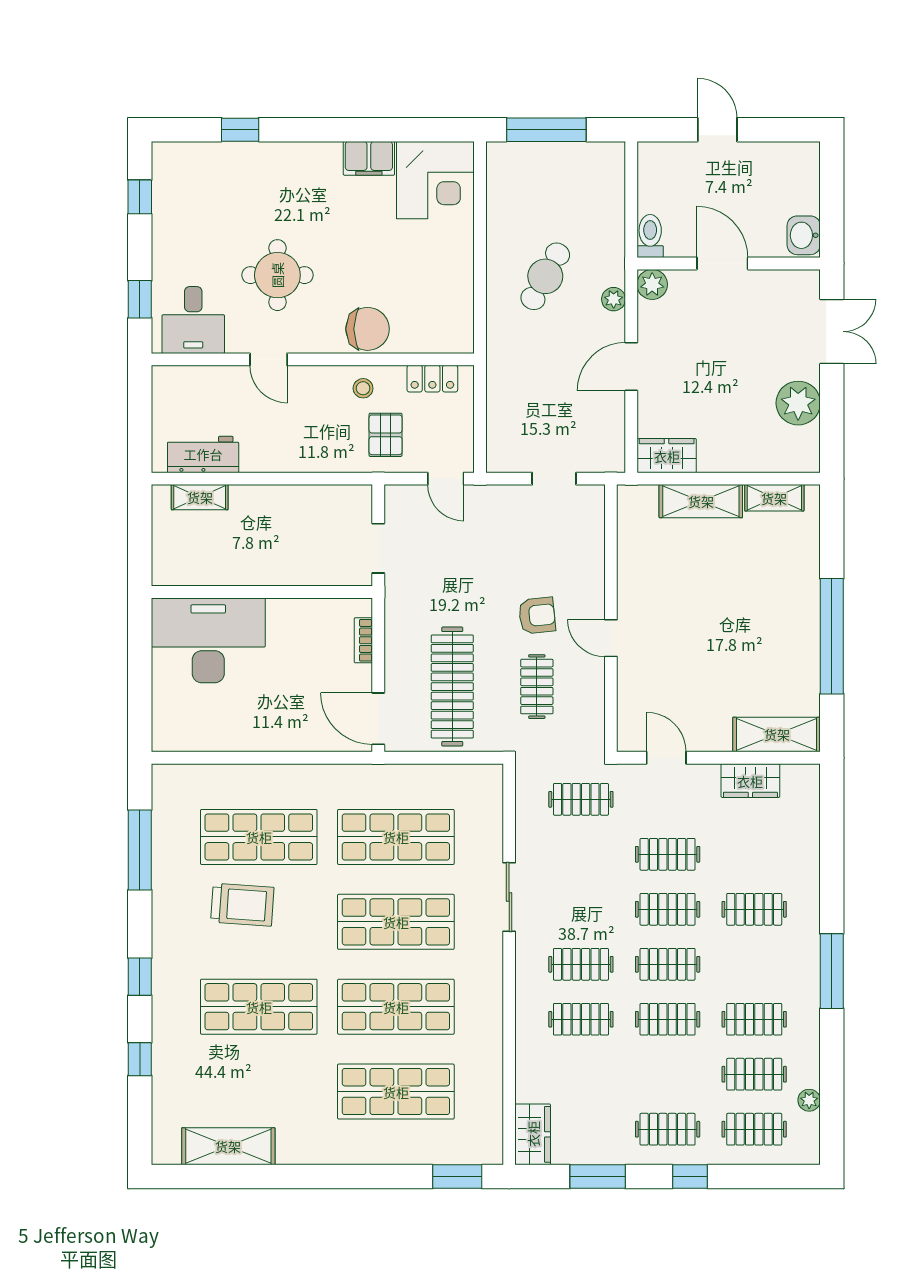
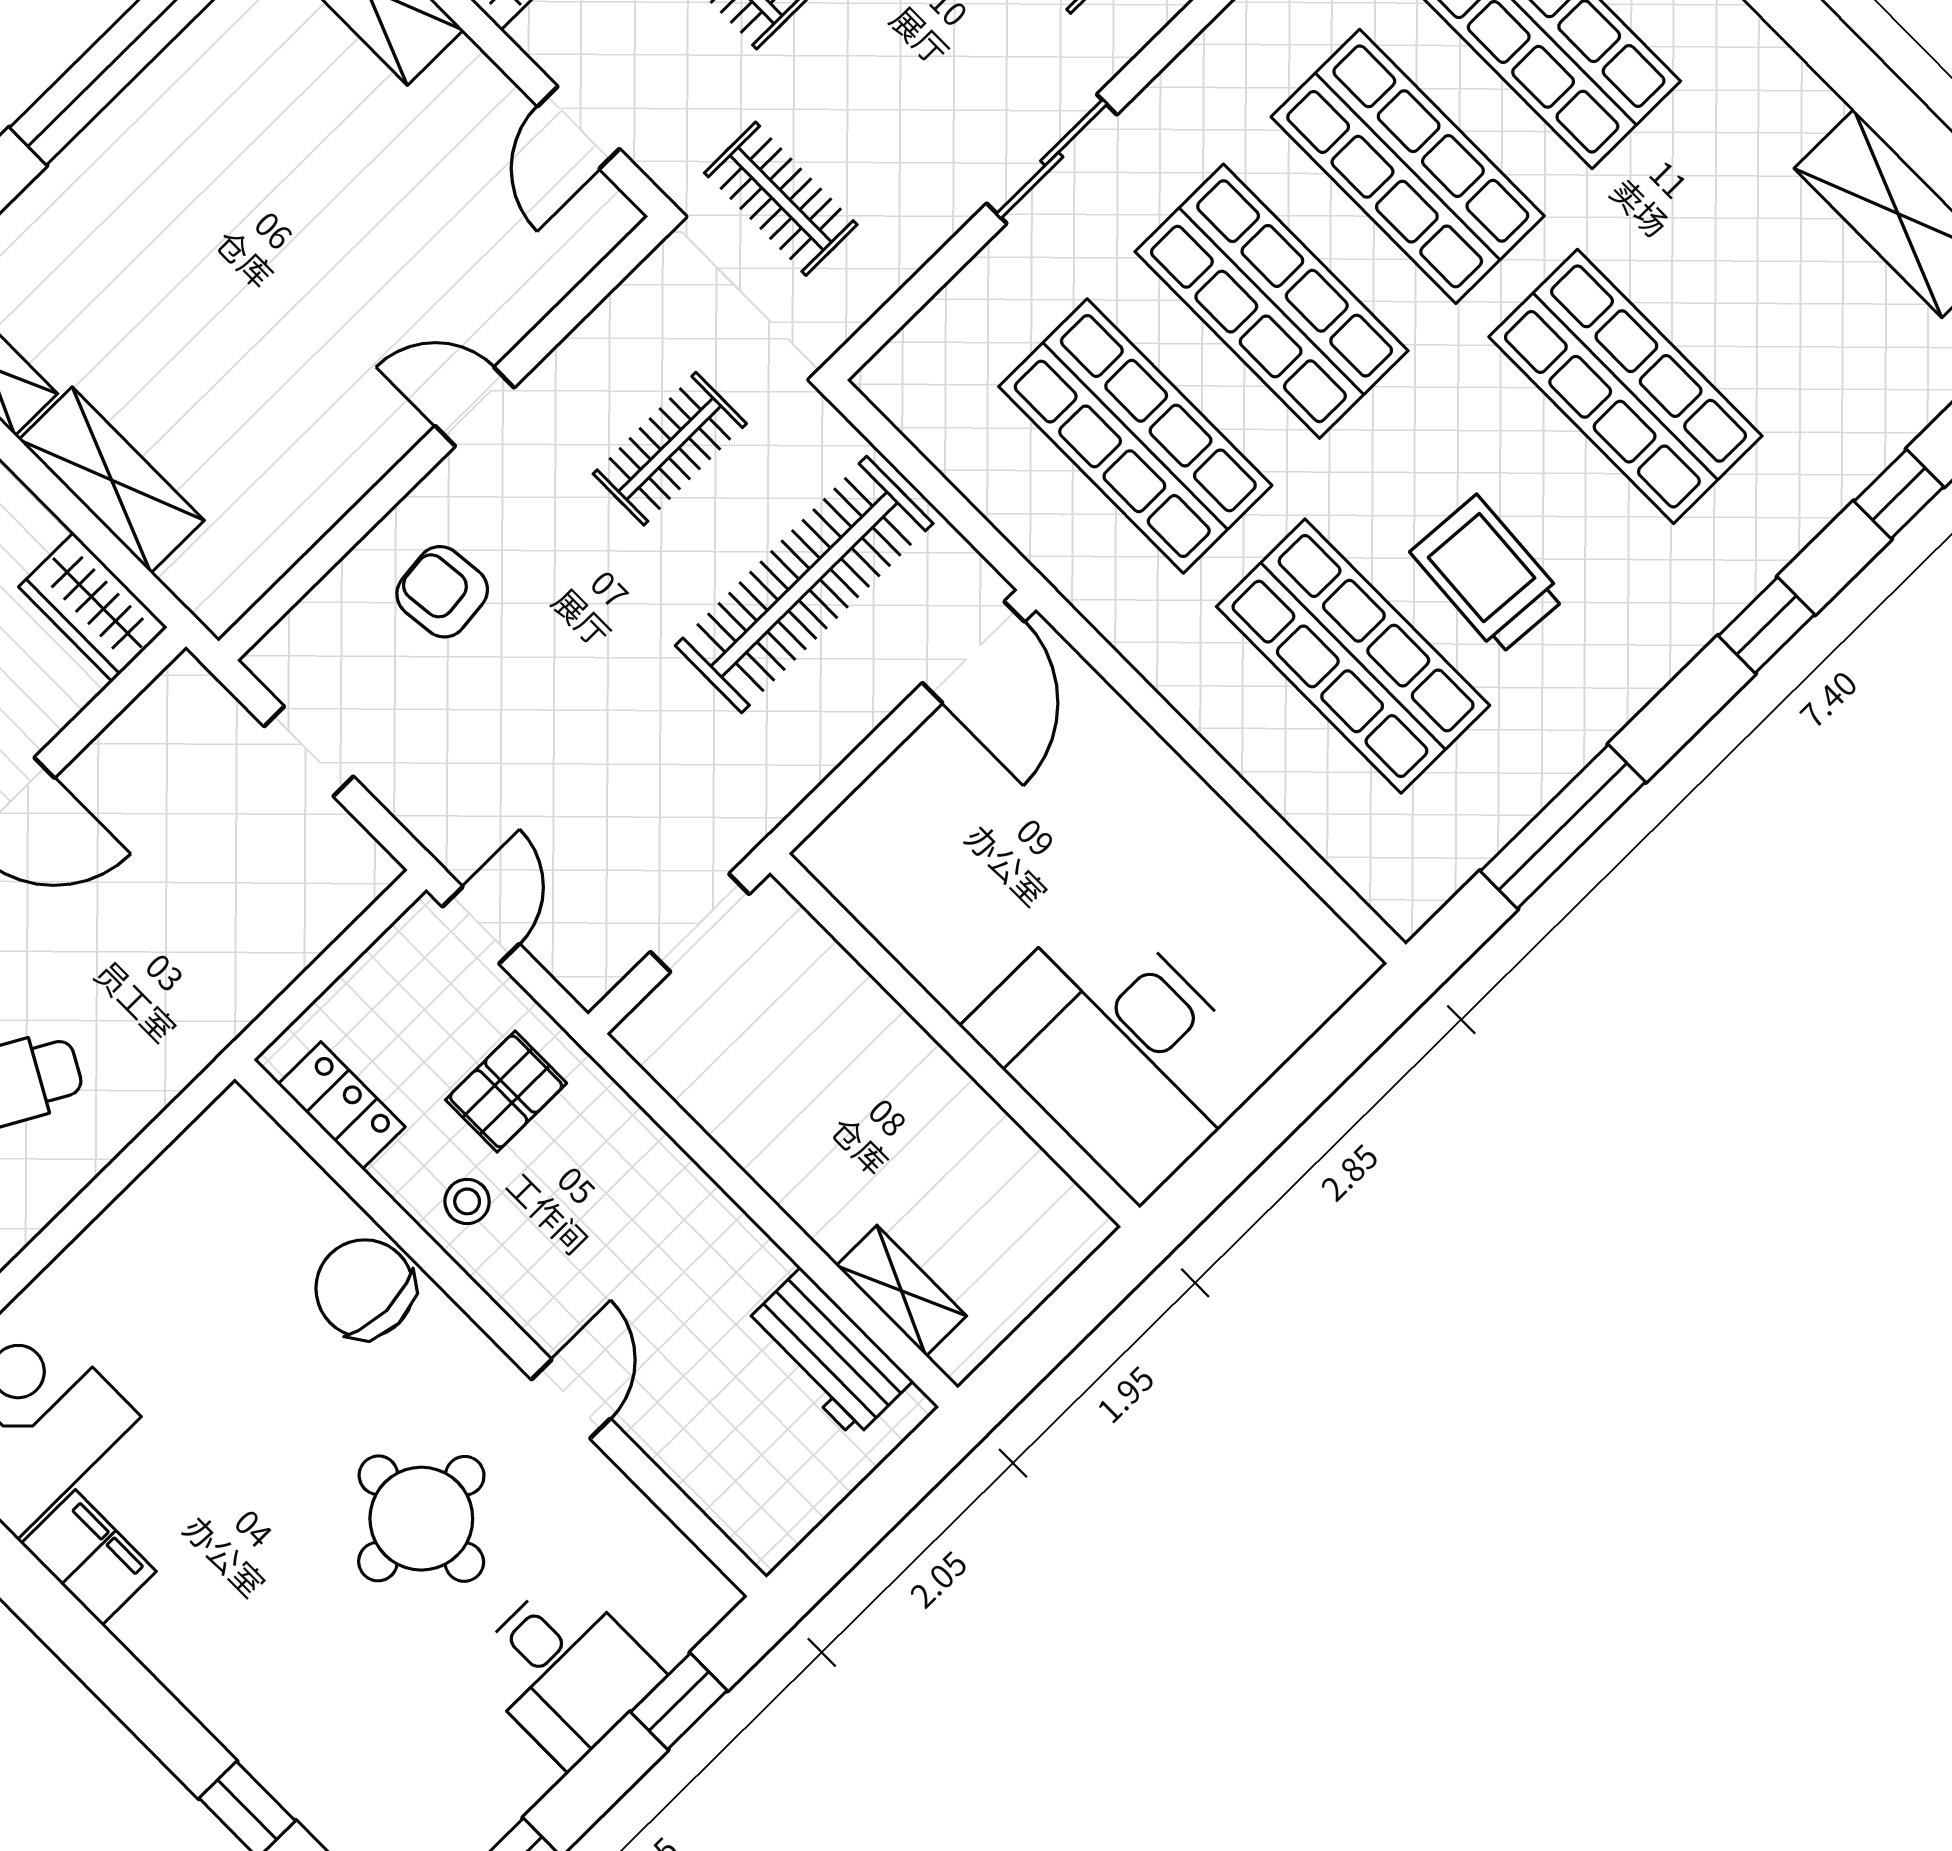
desk: (193, 320) -> (565, 1670), moved, turned 90
armchair: (537, 615) -> (442, 592), moved
door: (611, 638) -> (475, 407), swing flipped
bookcase: (363, 640) -> (871, 801), removed

